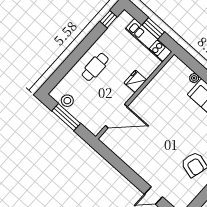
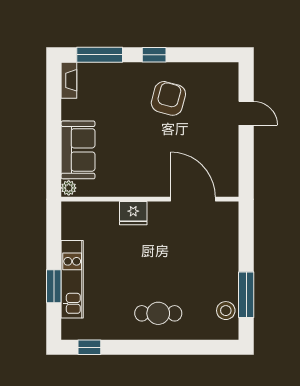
fridge: (135, 81) -> (133, 213), moved
wall: (135, 95) -> (150, 199), moved
door: (116, 116) -> (193, 199), moved

